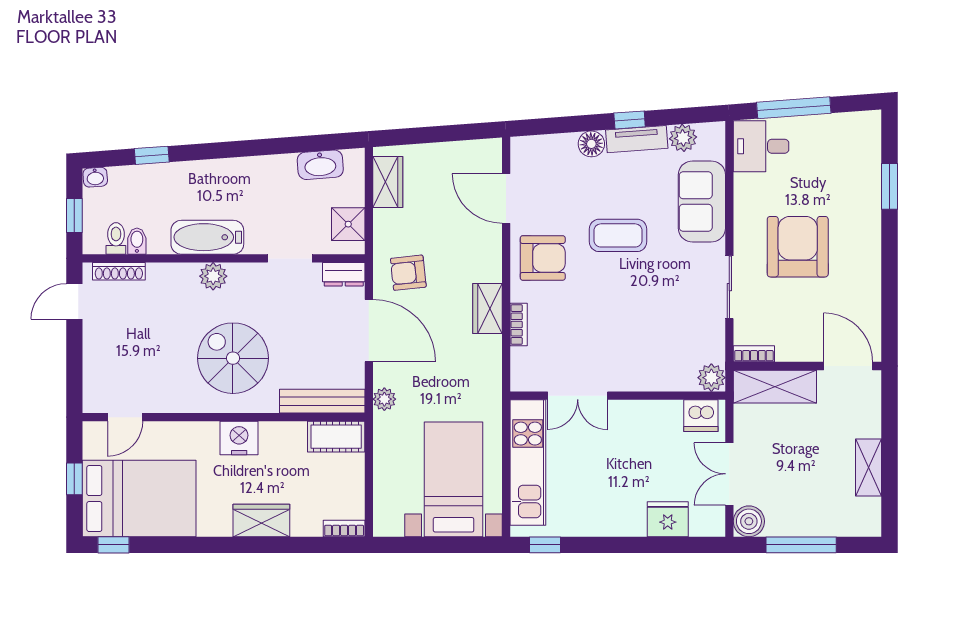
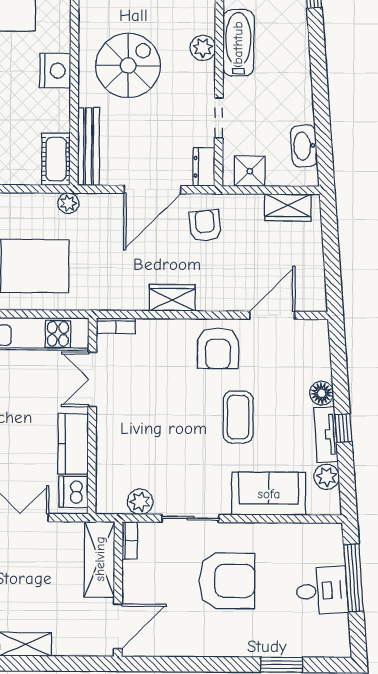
desk: (761, 146) -> (322, 591), moved, turned 86
bookcase: (519, 324) -> (116, 326), moved
plant: (711, 378) -> (140, 502), moved
plant: (384, 399) -> (68, 203), moved
kitchen counter: (648, 416) -> (73, 444), added

